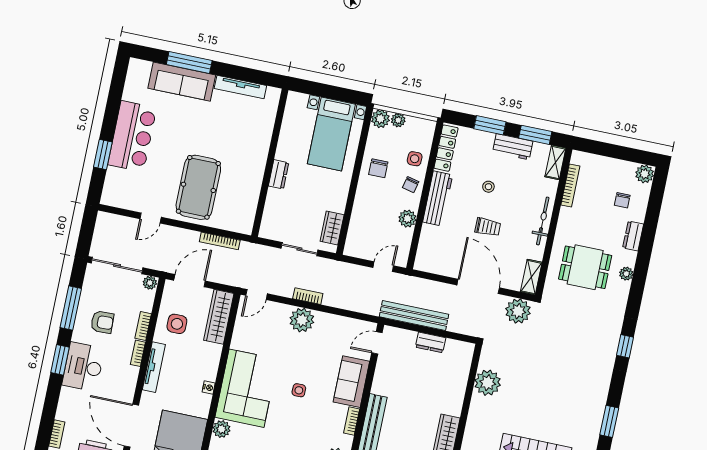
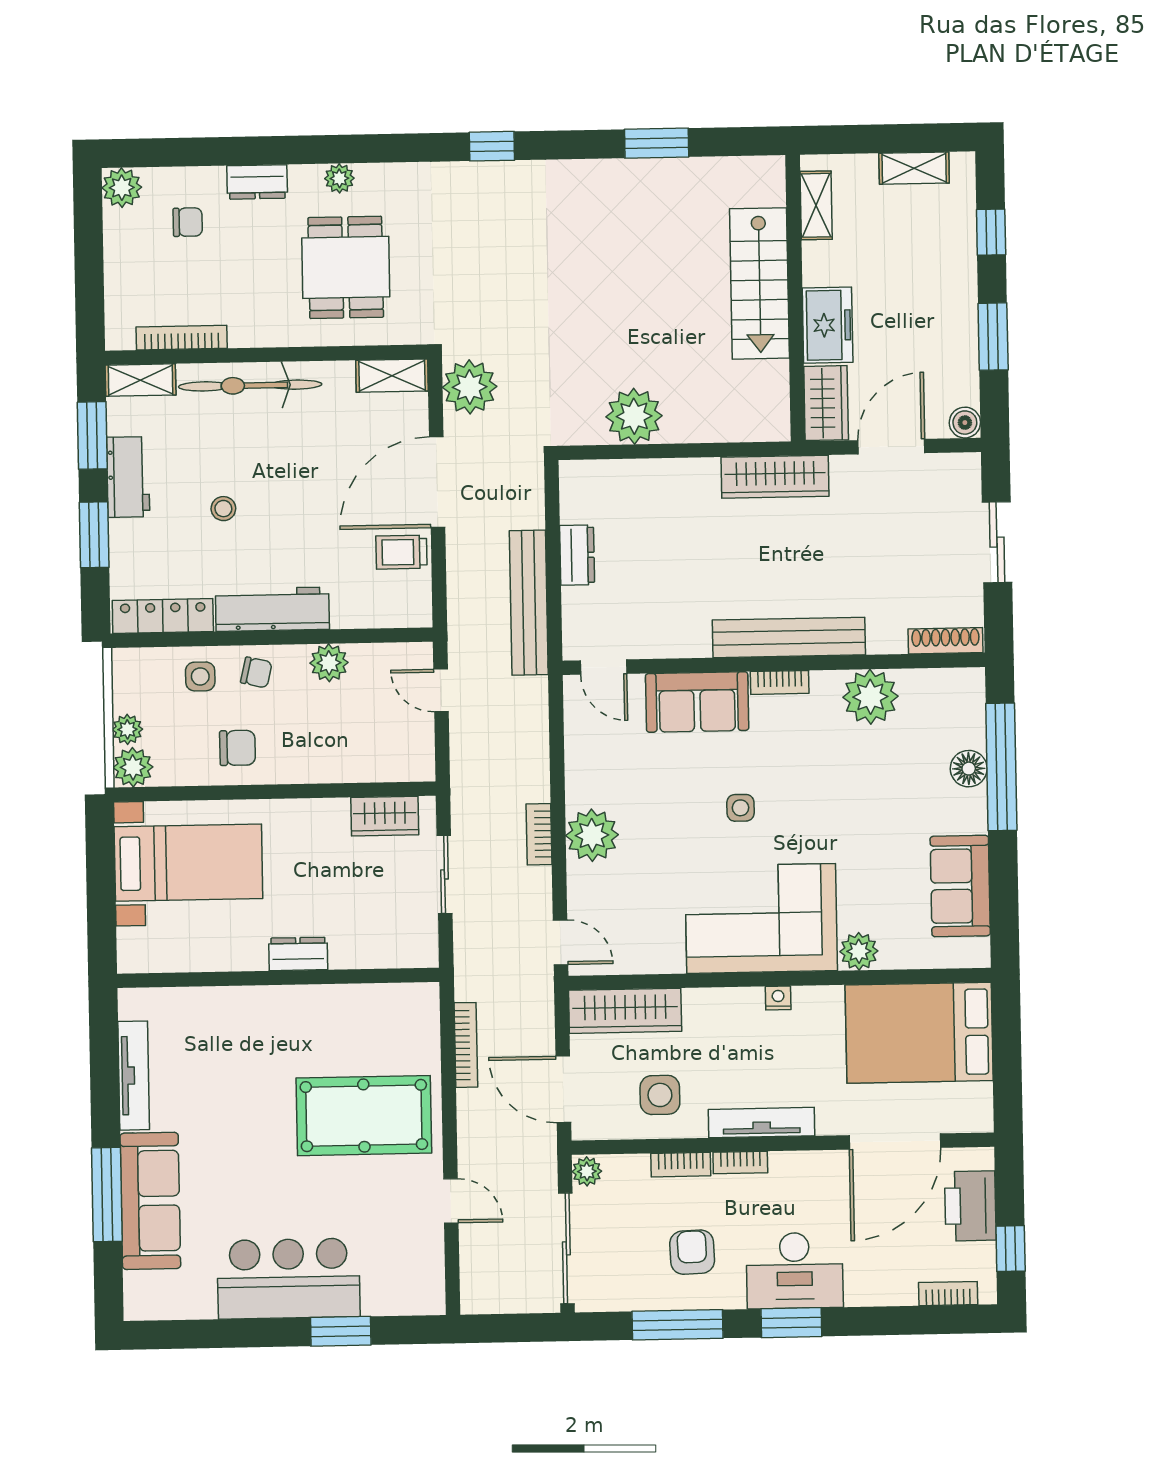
bicycle: (543, 221) -> (250, 386), width x1.37, depth x1.40
trolley: (488, 227) -> (401, 552), moved, turned -90

